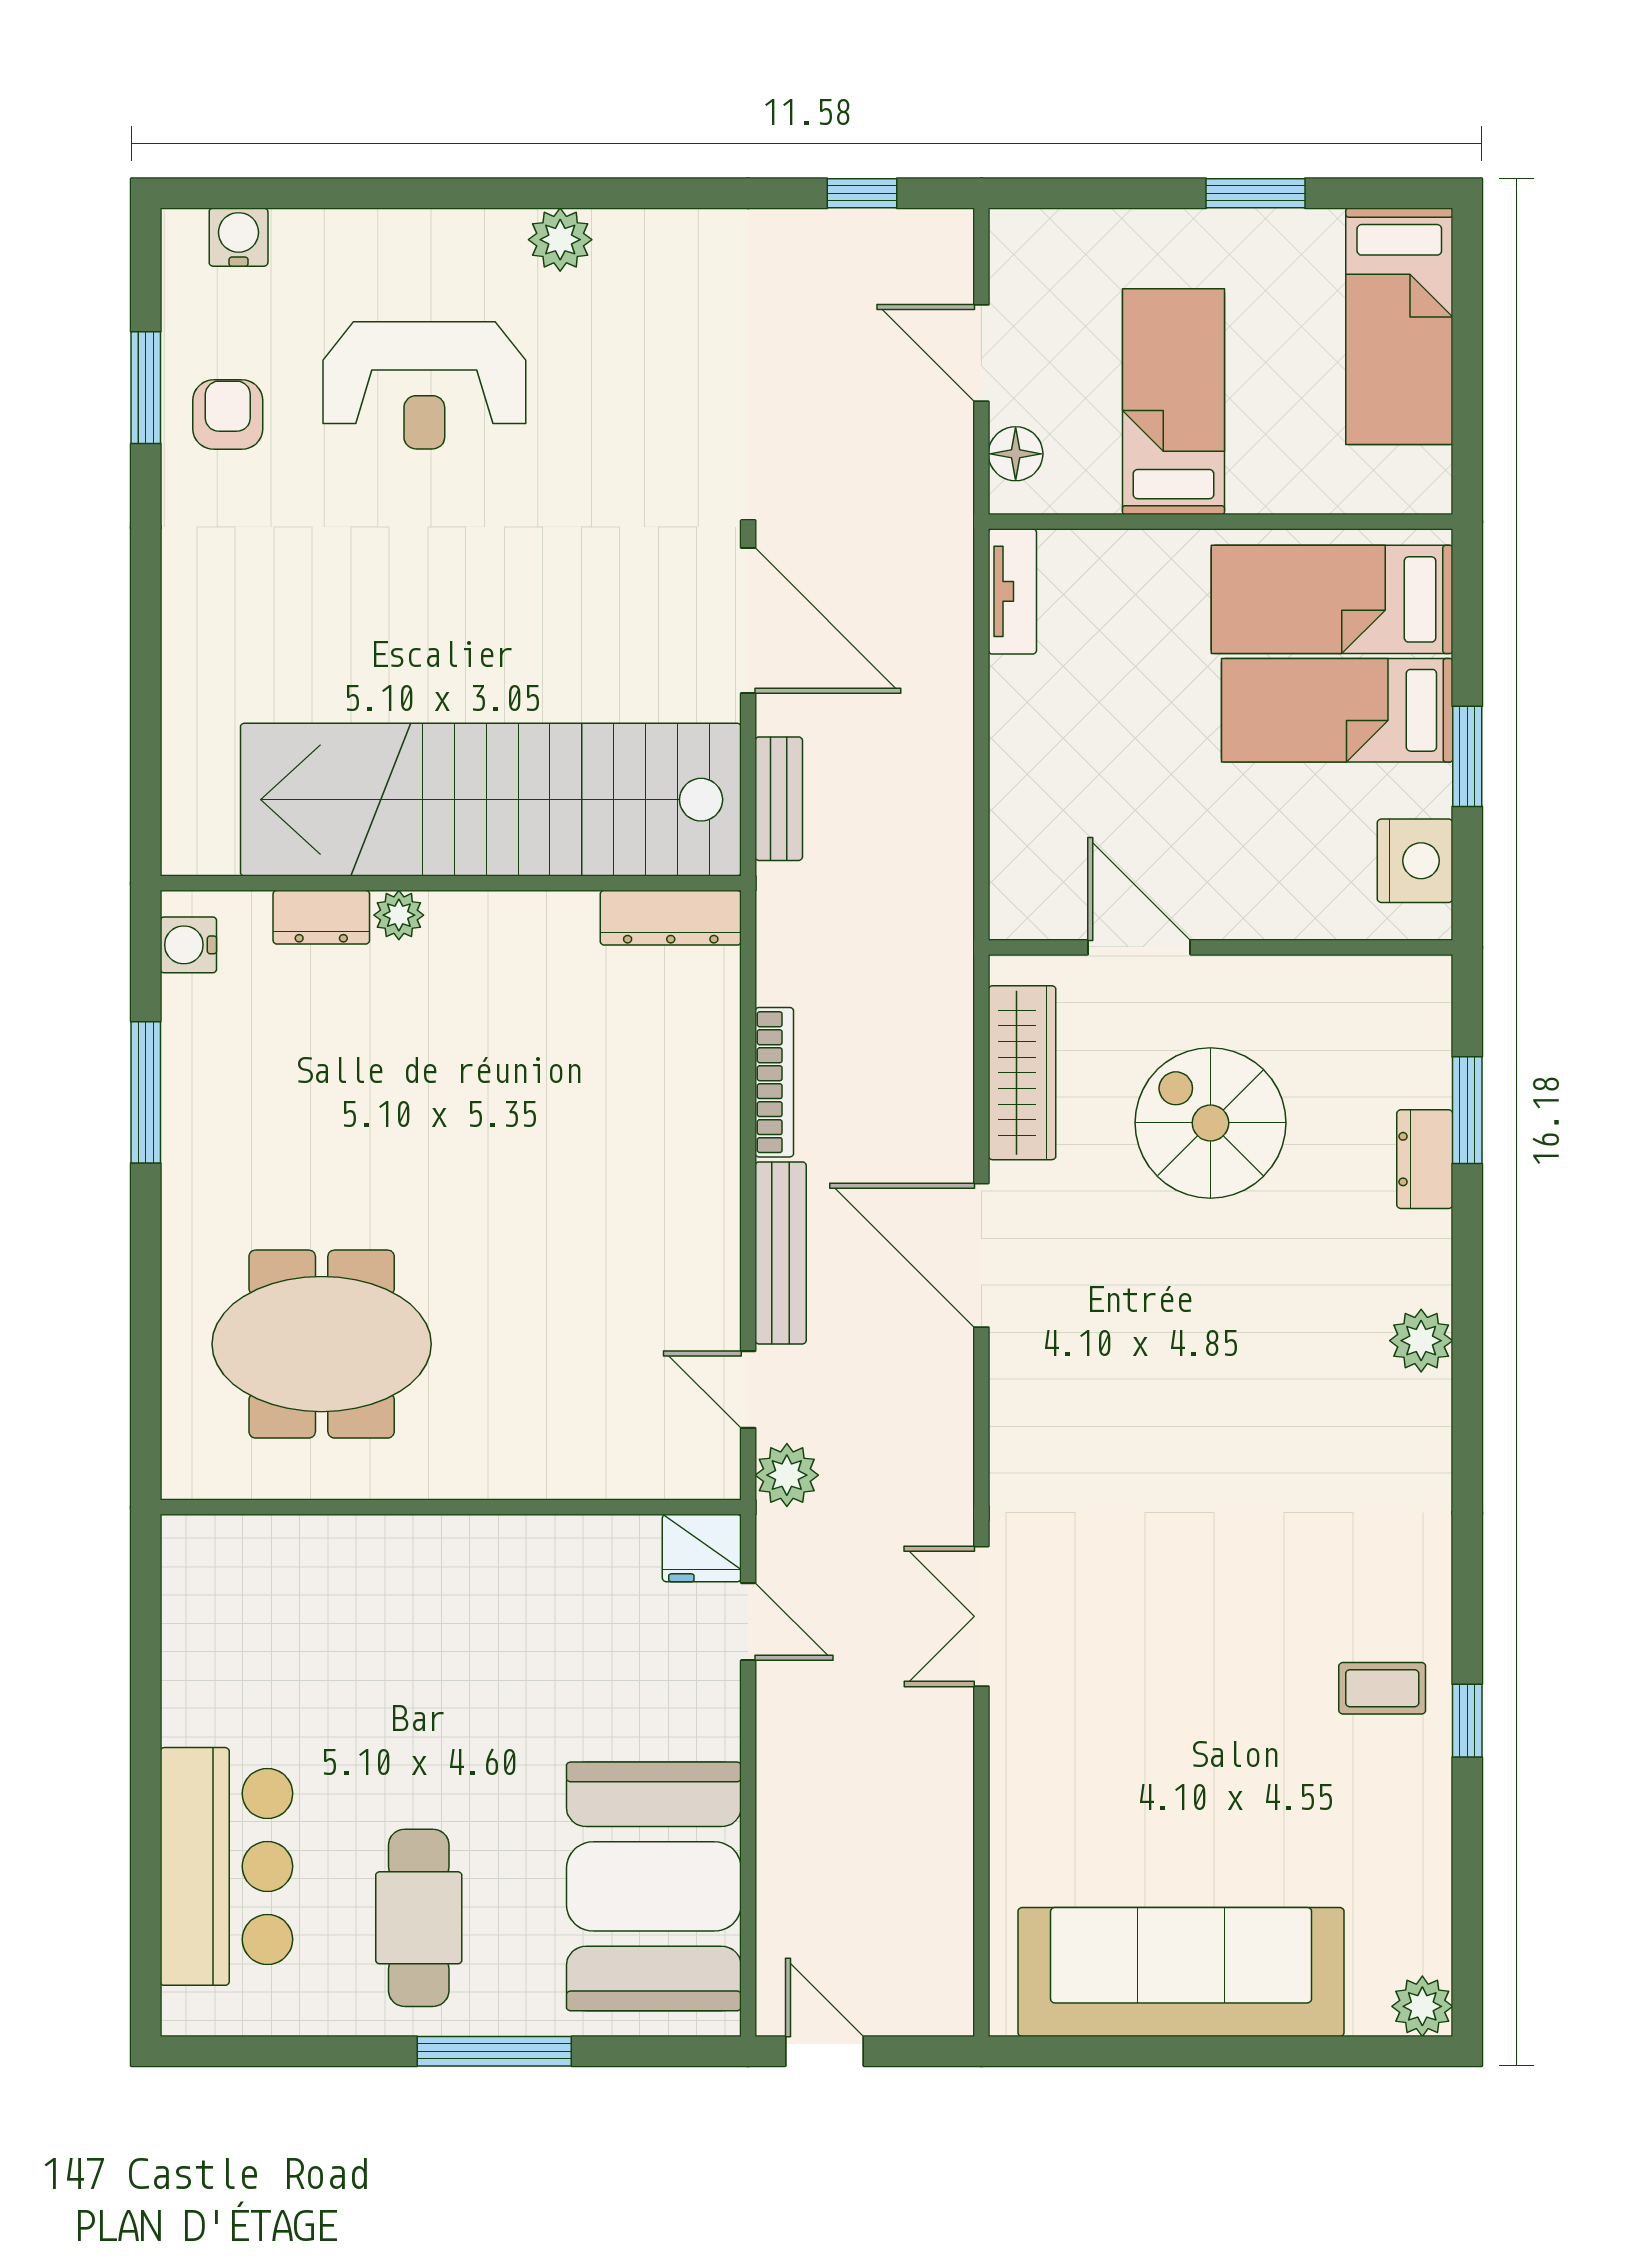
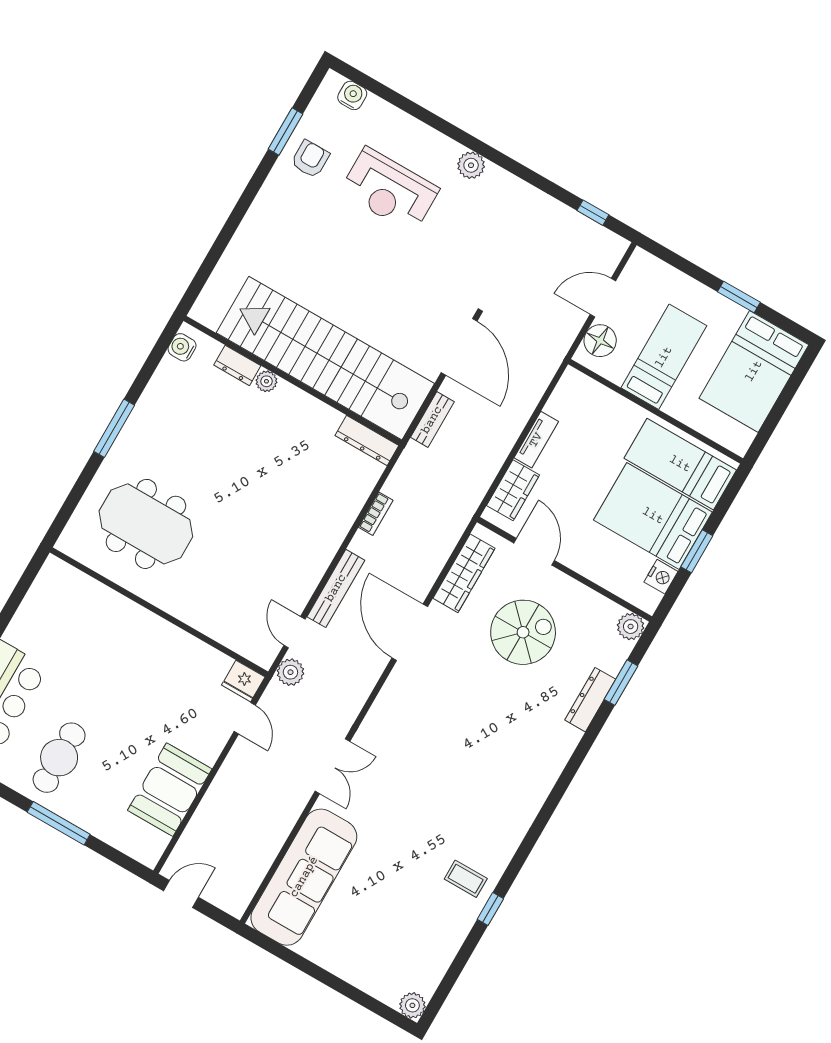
bed: (1399, 326) -> (754, 371), width x1.50
door: (981, 353) -> (603, 298), hinge flipped
floor lamp: (1016, 454) -> (600, 341), width x1.38, depth x1.38
tv unit: (1012, 591) -> (536, 440), moved
bed: (1337, 710) -> (653, 516), width x1.50
wardrobe: (1024, 848) -> (513, 490), added
nightstand: (1415, 861) -> (661, 577), width x0.74, depth x0.75
bookcase: (774, 1082) -> (376, 514), width x0.64
window: (146, 1092) -> (114, 428), moved
spiral stairs: (1210, 1123) -> (523, 632), turned 90
dresser: (1425, 1159) -> (590, 700), width x1.44
plant: (1421, 1341) -> (631, 627), moved
double door: (981, 1616) -> (332, 766), swing flipped
booth: (654, 1886) -> (170, 790), width x0.73, depth x0.70
sofa: (1181, 1972) -> (304, 877), moved, turned 90
door: (825, 2051) -> (181, 894), hinge flipped

